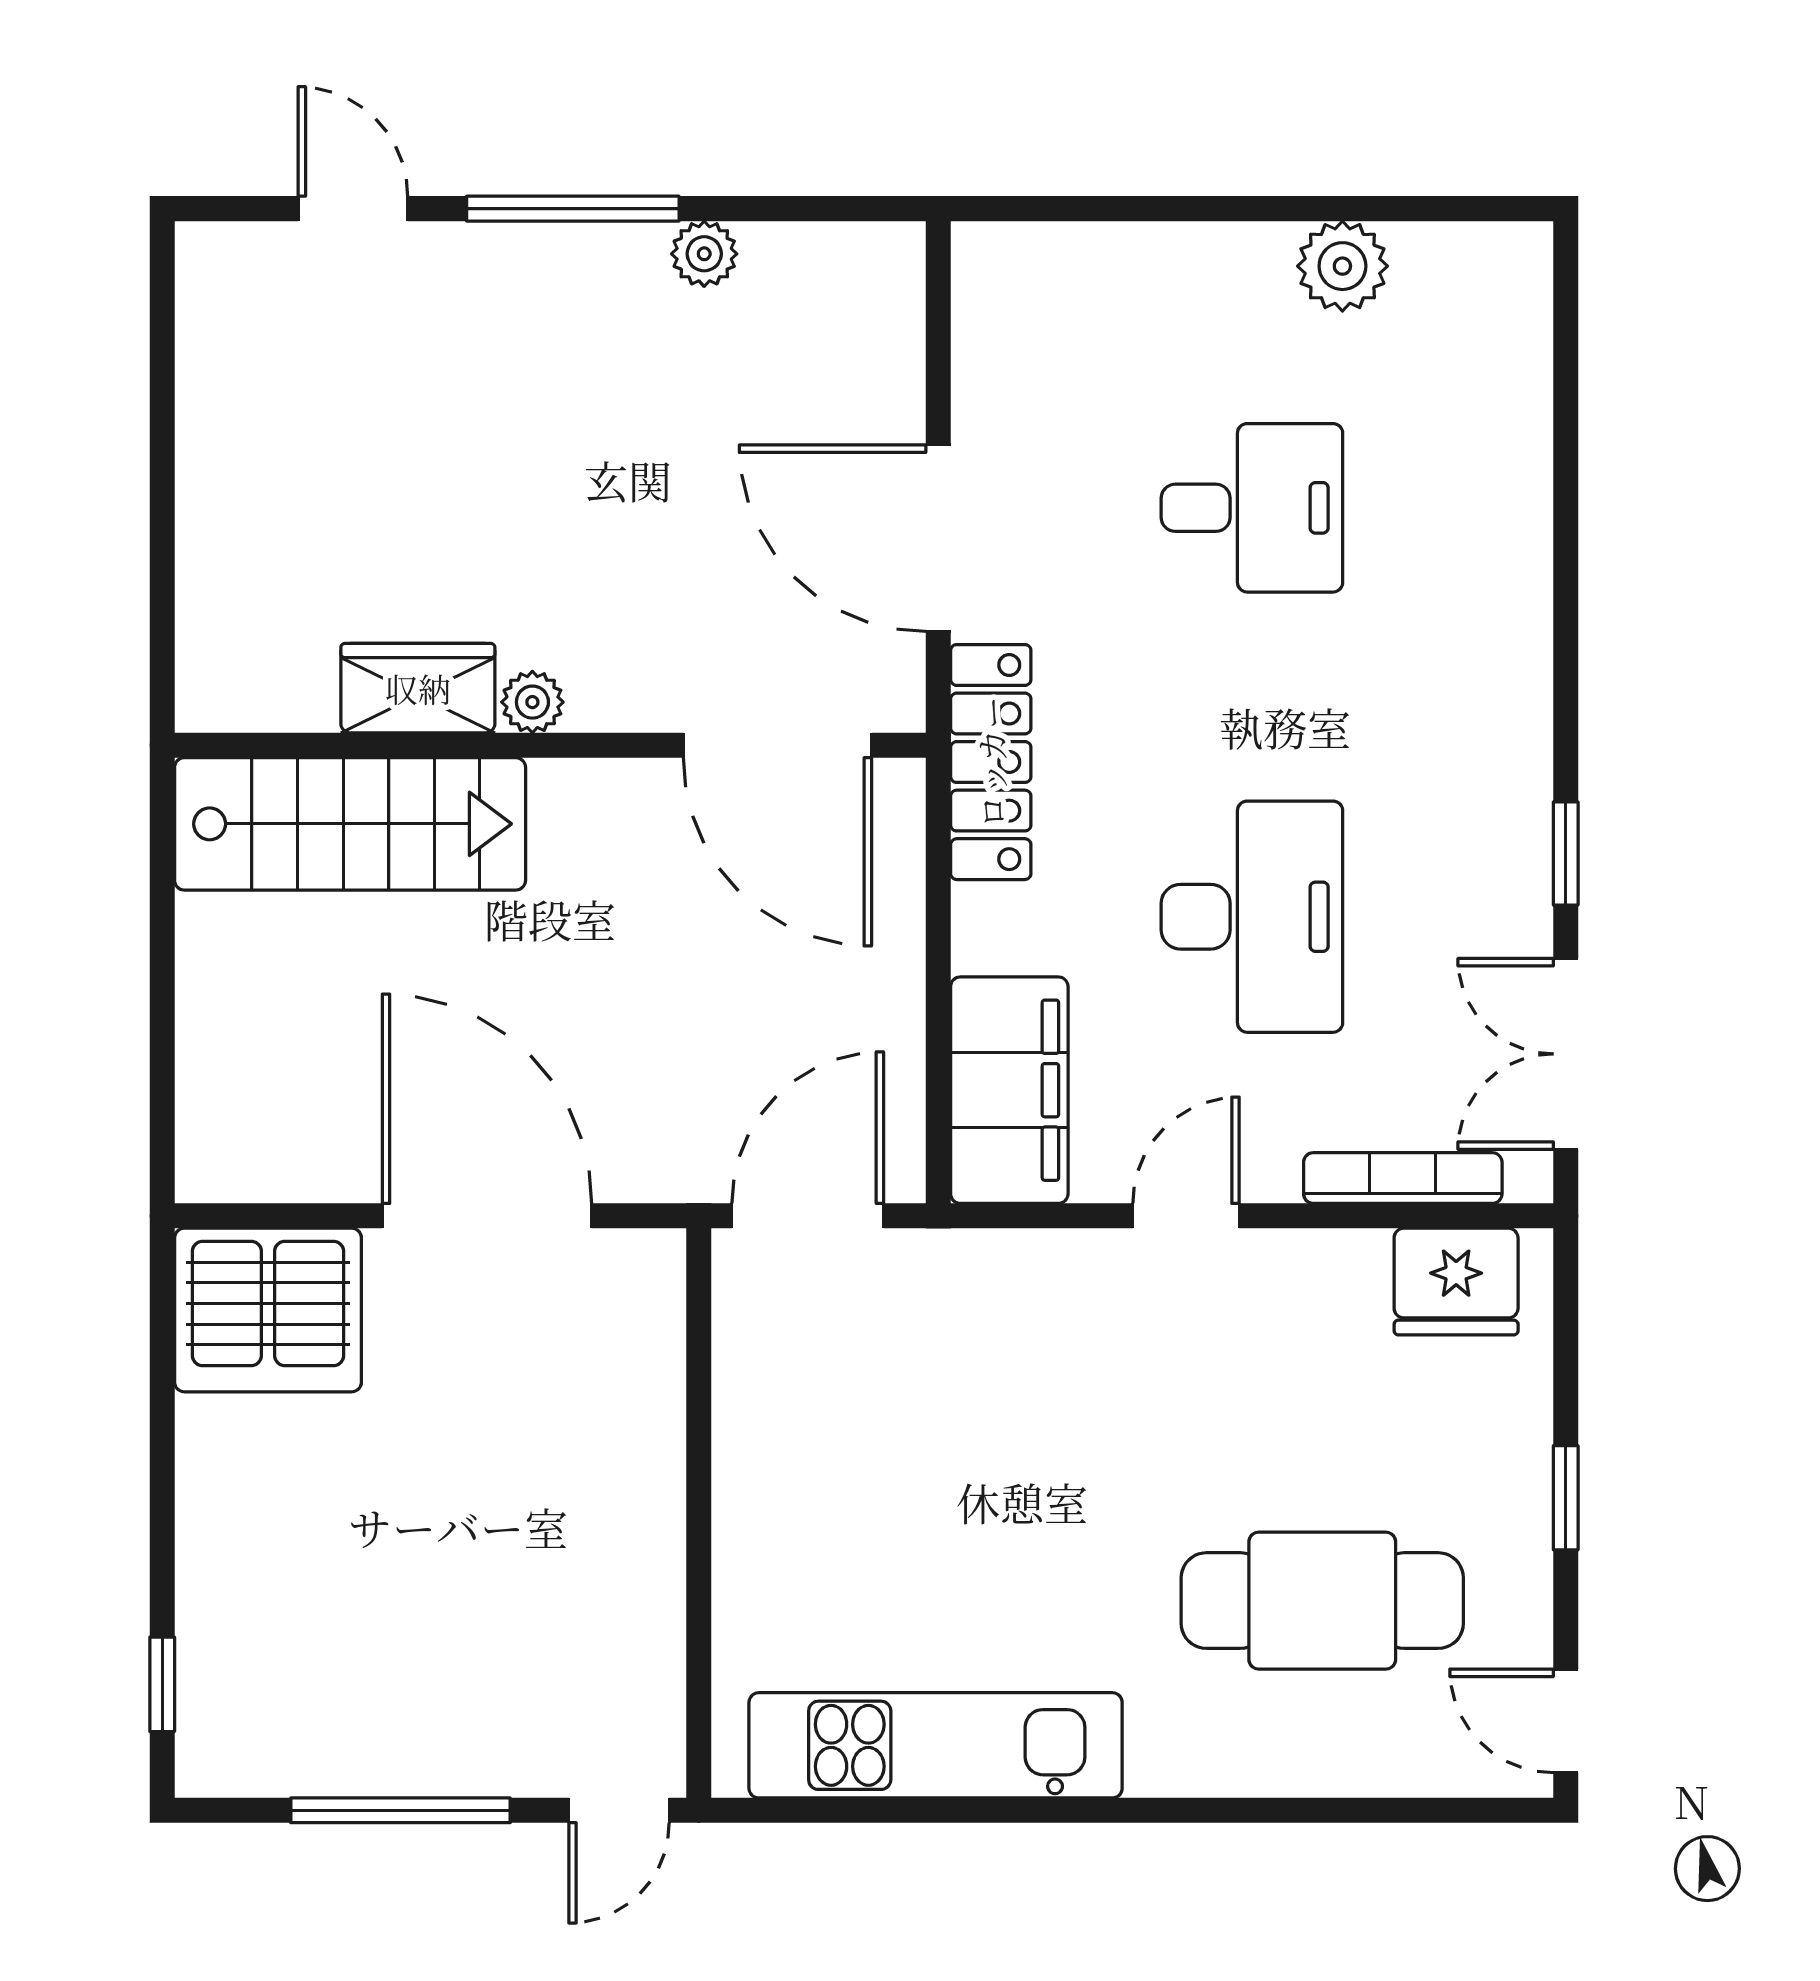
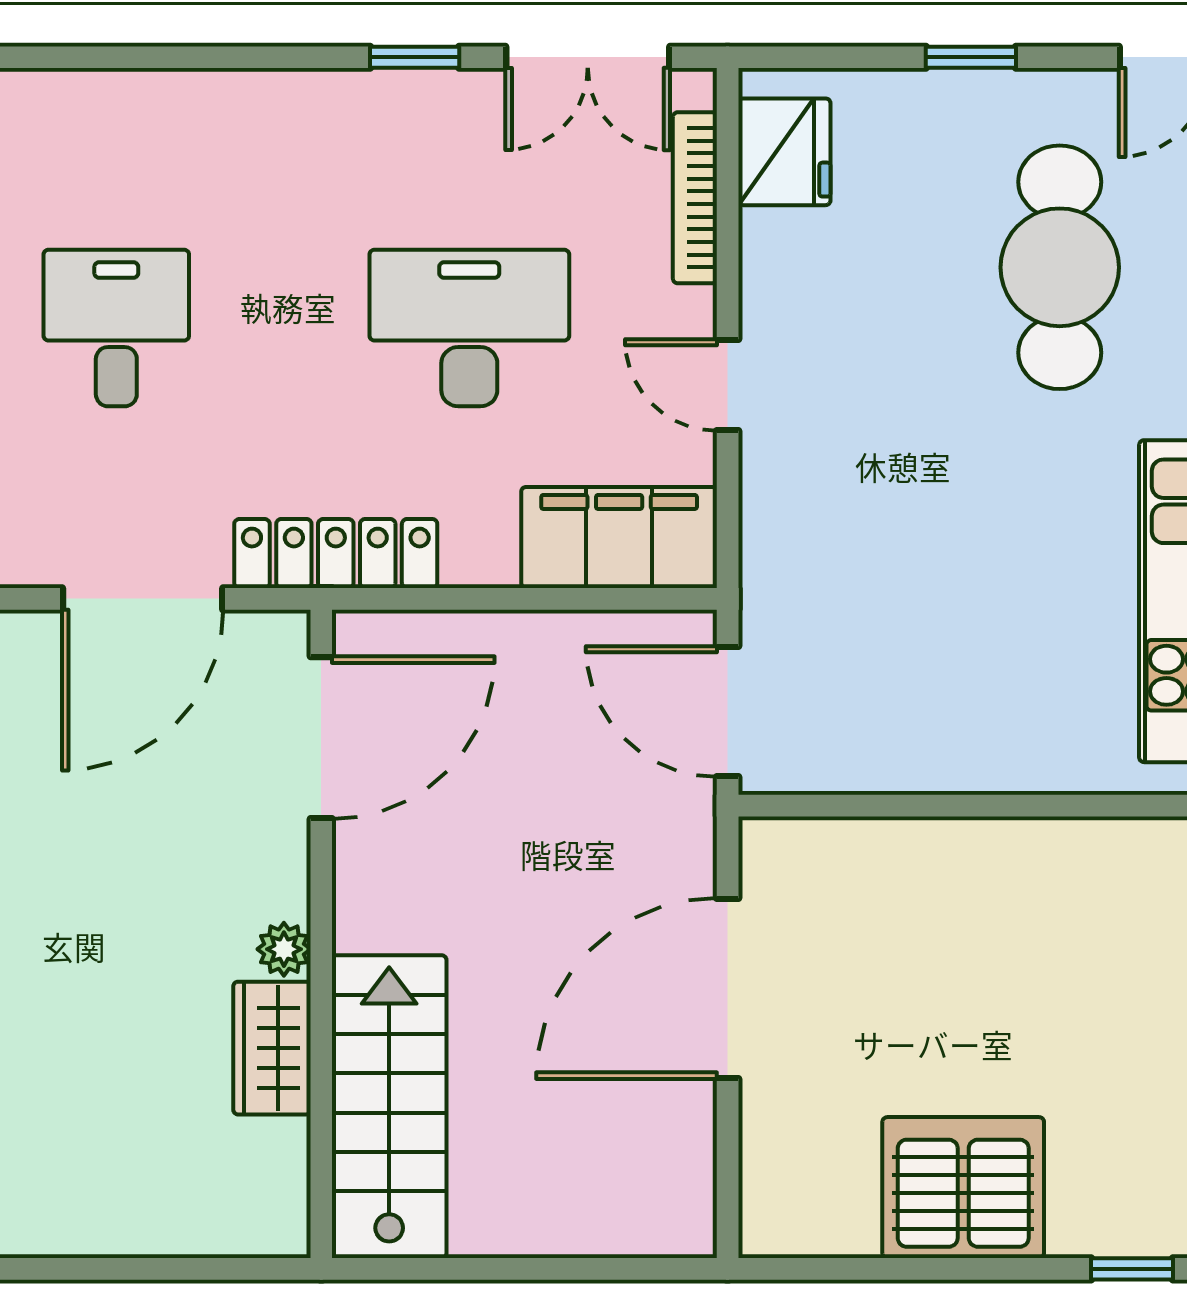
server rack: (268, 1310) -> (963, 1188), moved, turned -90

